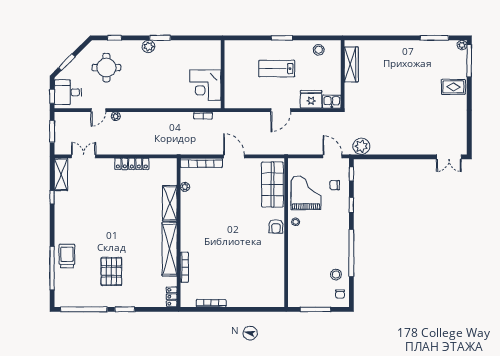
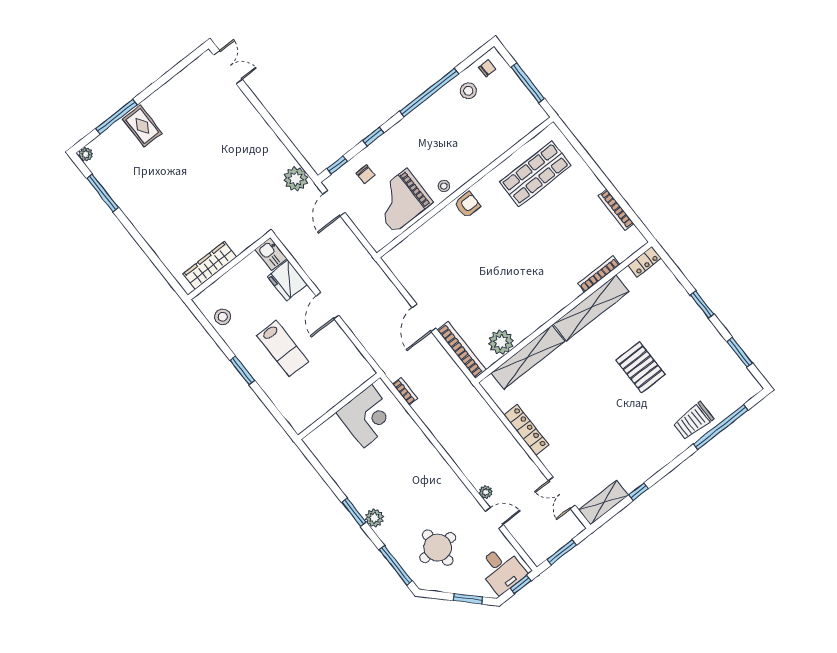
window: (114, 38) -> (396, 565), width x2.17
window: (469, 61) -> (116, 117), moved
door: (281, 110) -> (327, 306), swing flipped
shop shelf: (272, 184) -> (535, 174), moved
plant: (185, 187) -> (501, 342), width x1.88, depth x1.88
shelving: (170, 203) -> (528, 357), width x1.47
pallet: (111, 271) -> (640, 367), moved, turned 90
window: (84, 309) -> (740, 352), width x0.47

